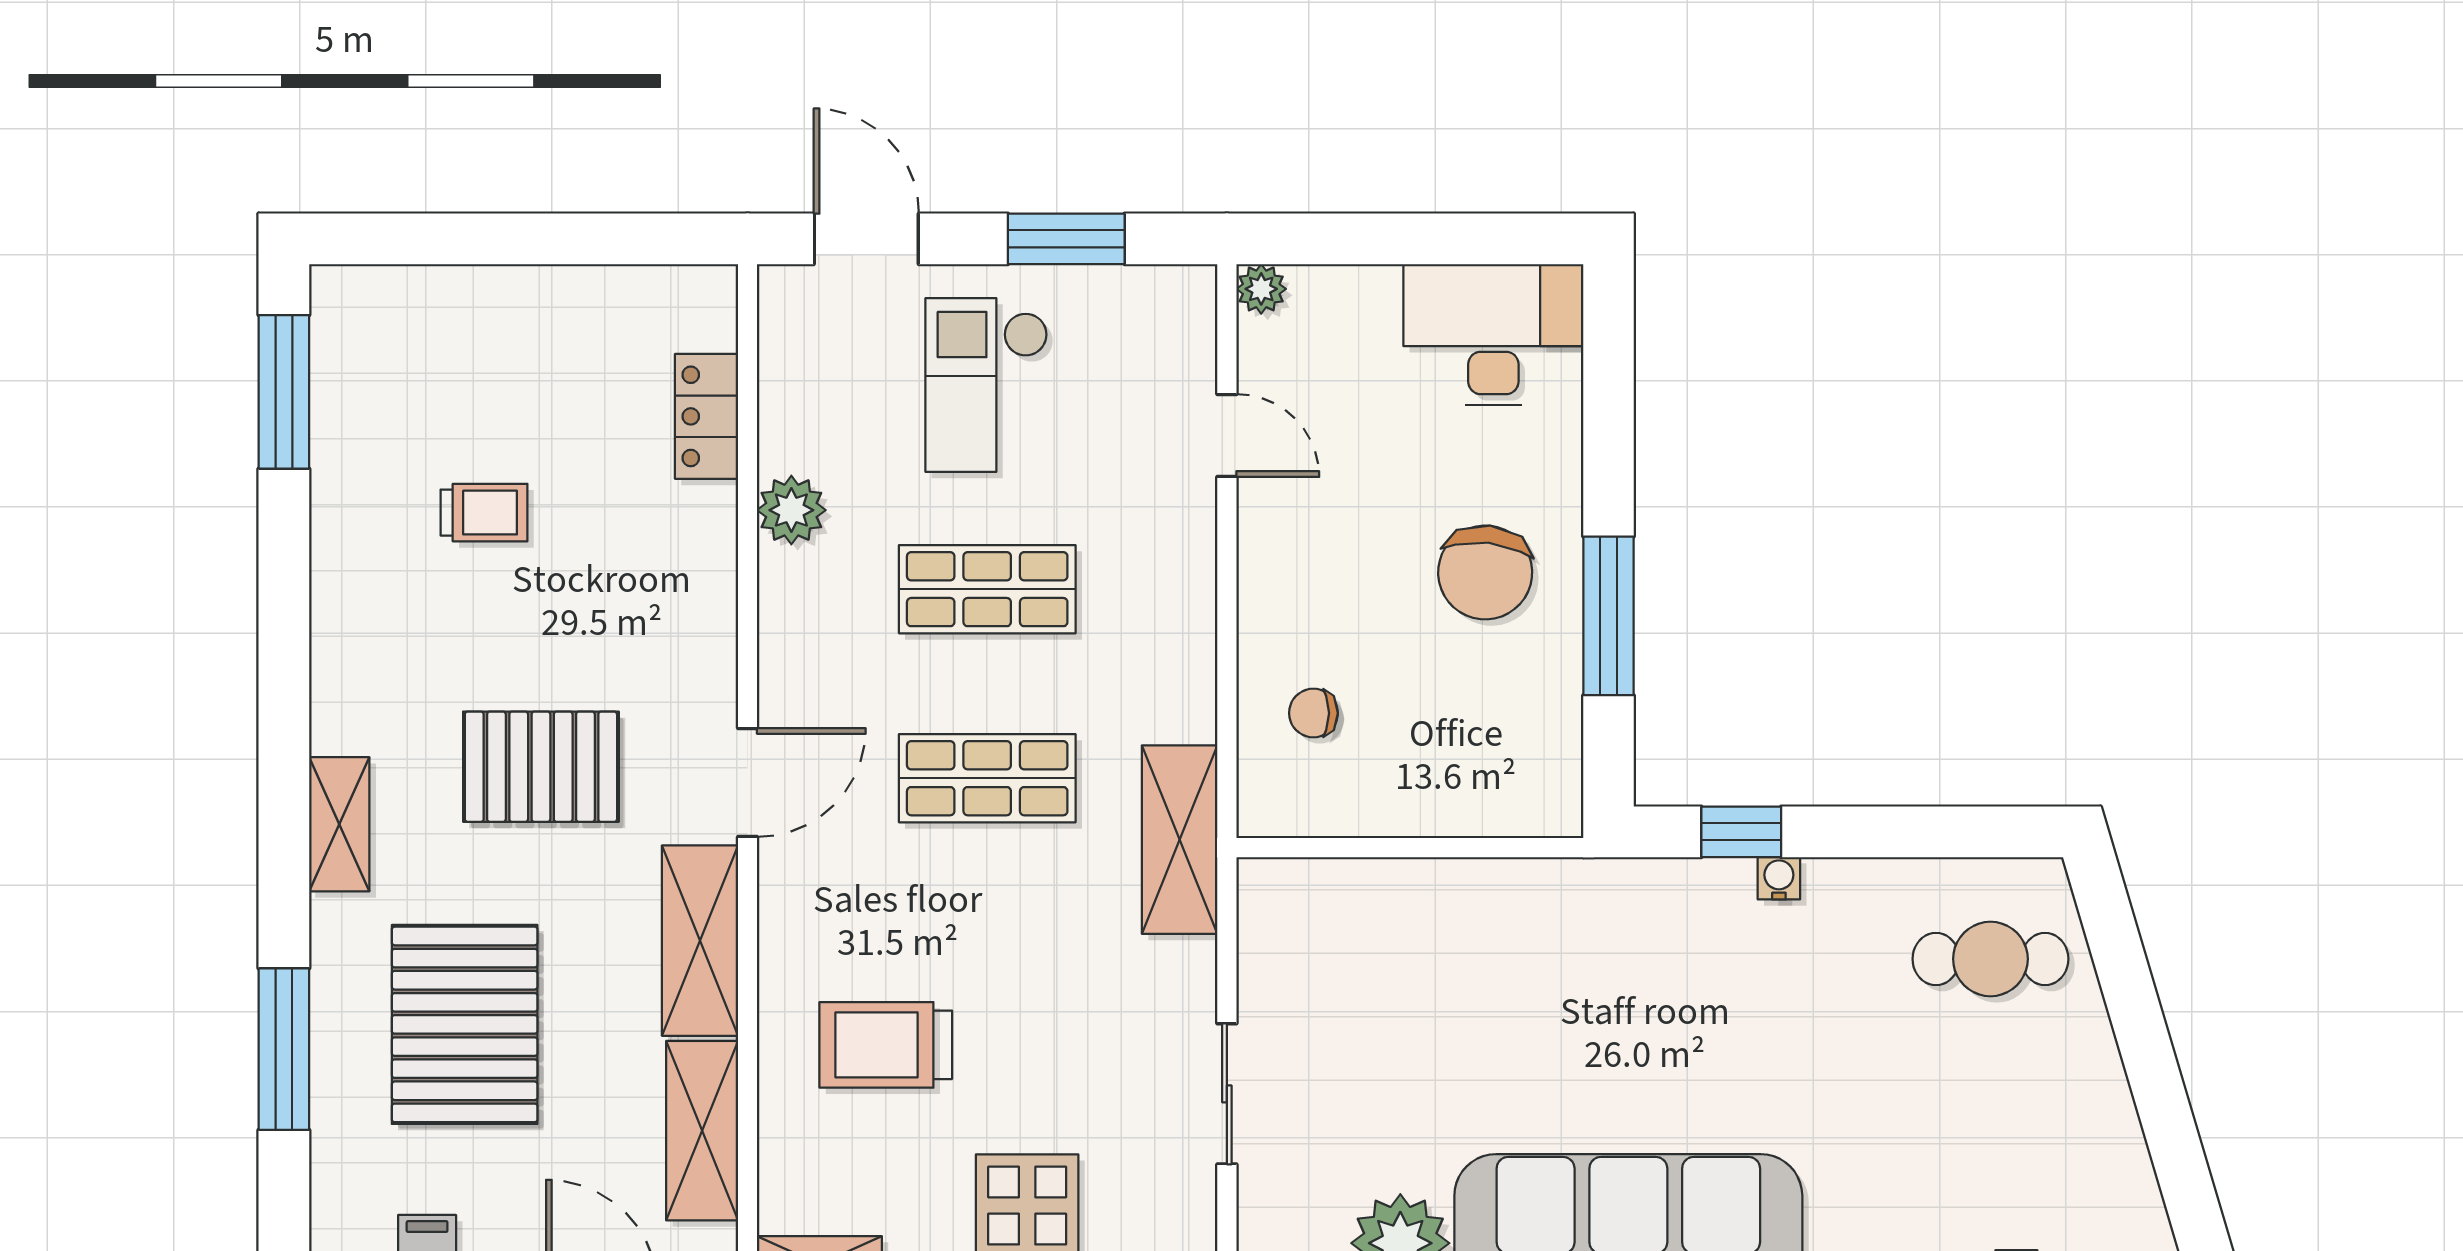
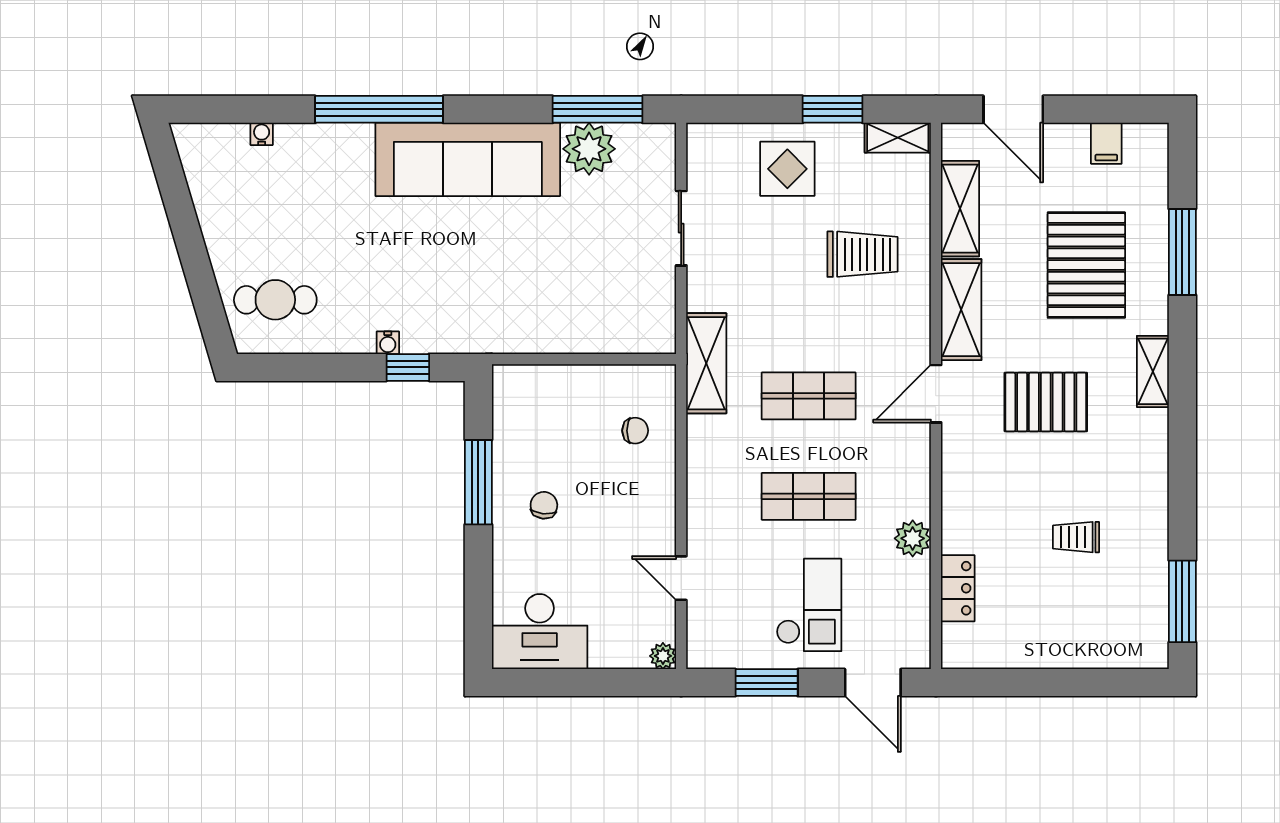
chair: (1485, 572) -> (544, 505), width x0.54, depth x0.54

